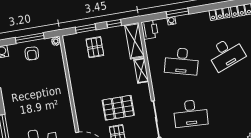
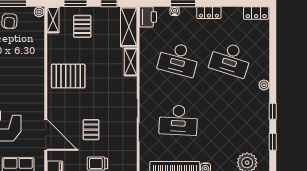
locker: (220, 14) -> (209, 13), moved
shelving: (69, 46) -> (53, 20), added
desk: (226, 54) -> (230, 59), turned 39
pallet: (118, 108) -> (68, 76), moved

